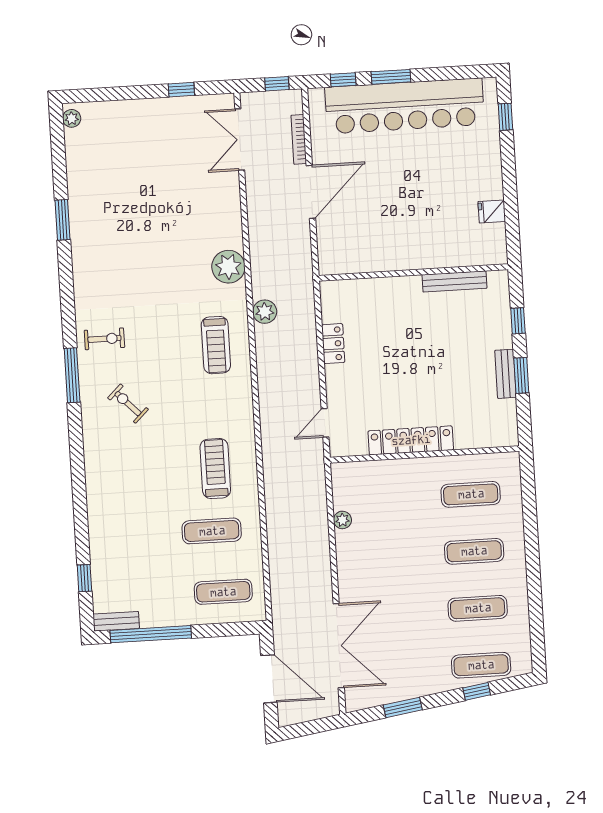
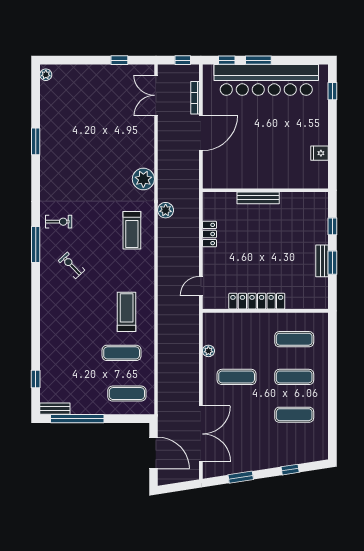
bench: (454, 281) -> (258, 198), moved
exercise mat: (481, 665) -> (237, 377), moved

